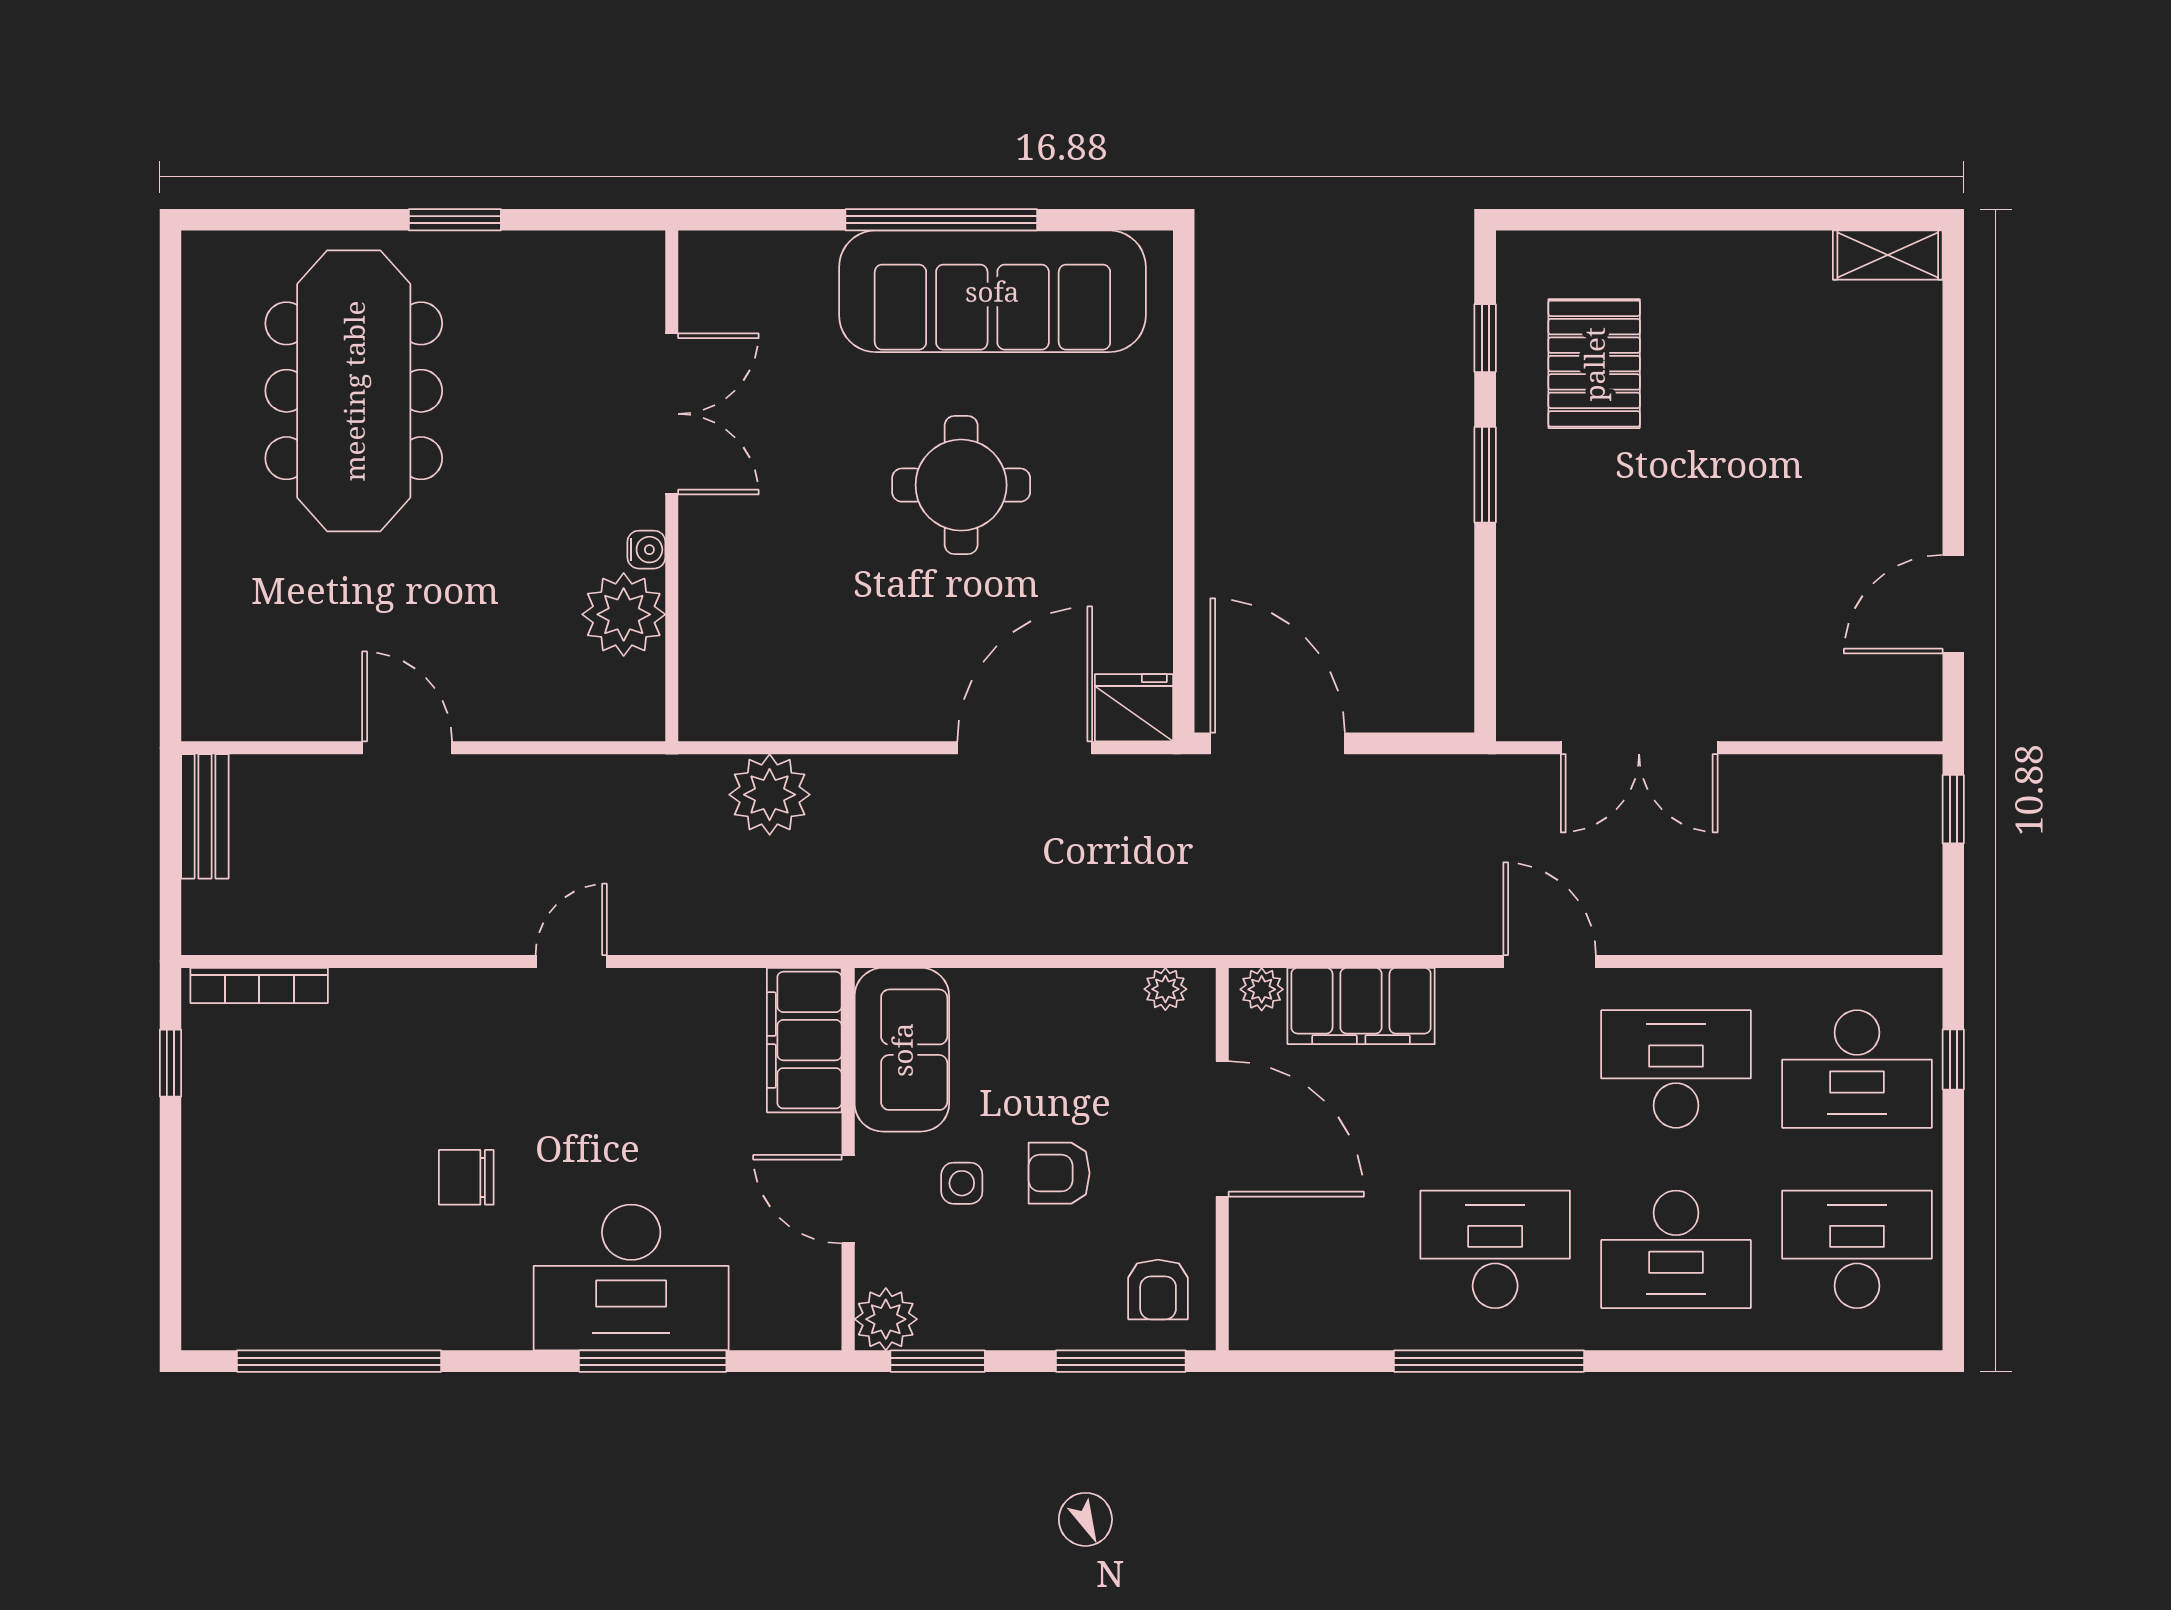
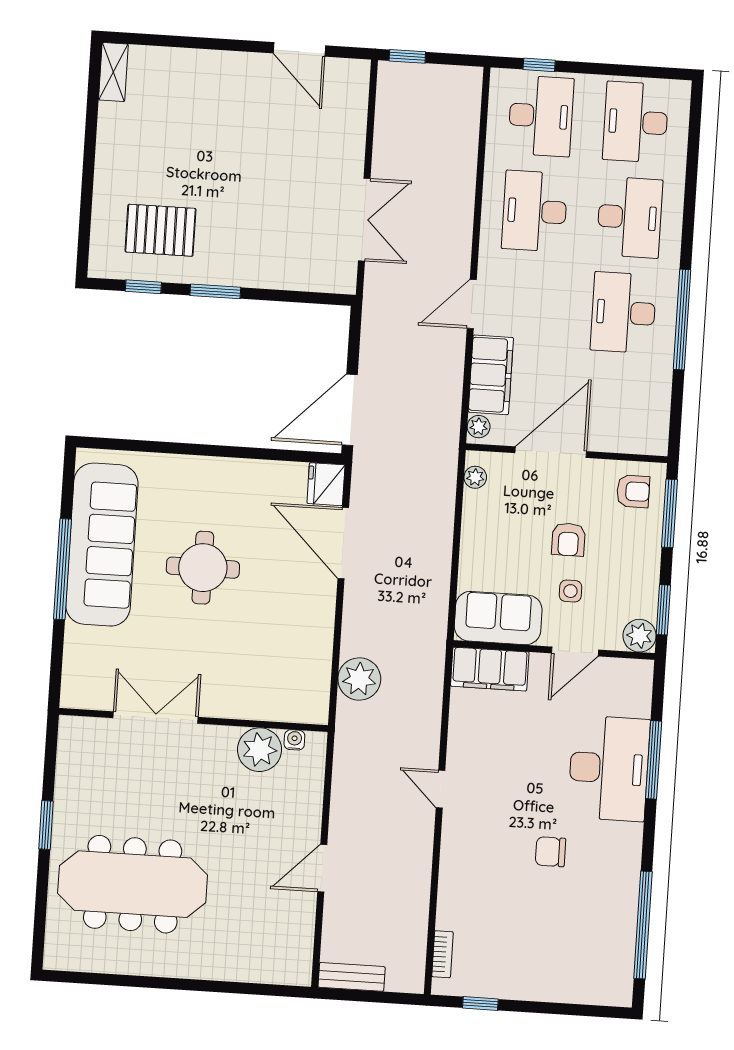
water cooler: (646, 550) -> (294, 740), moved
door: (1550, 961) -> (472, 304), moved
bookcase: (259, 985) -> (442, 954), width x0.64
chair: (466, 1177) -> (550, 852), turned 90

